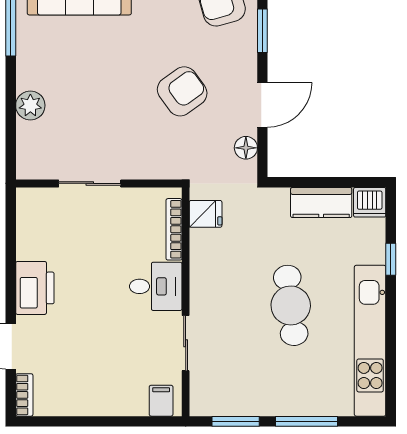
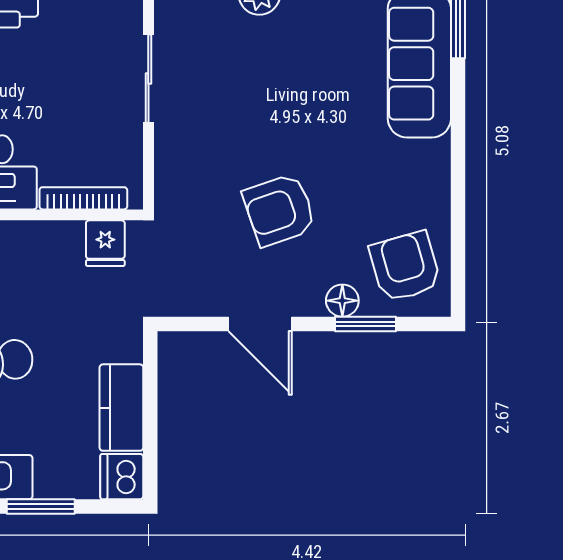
armchair: (182, 91) -> (279, 210), turned 107
floor lamp: (246, 148) -> (342, 301), moved
window: (391, 259) -> (41, 506), width x1.50

